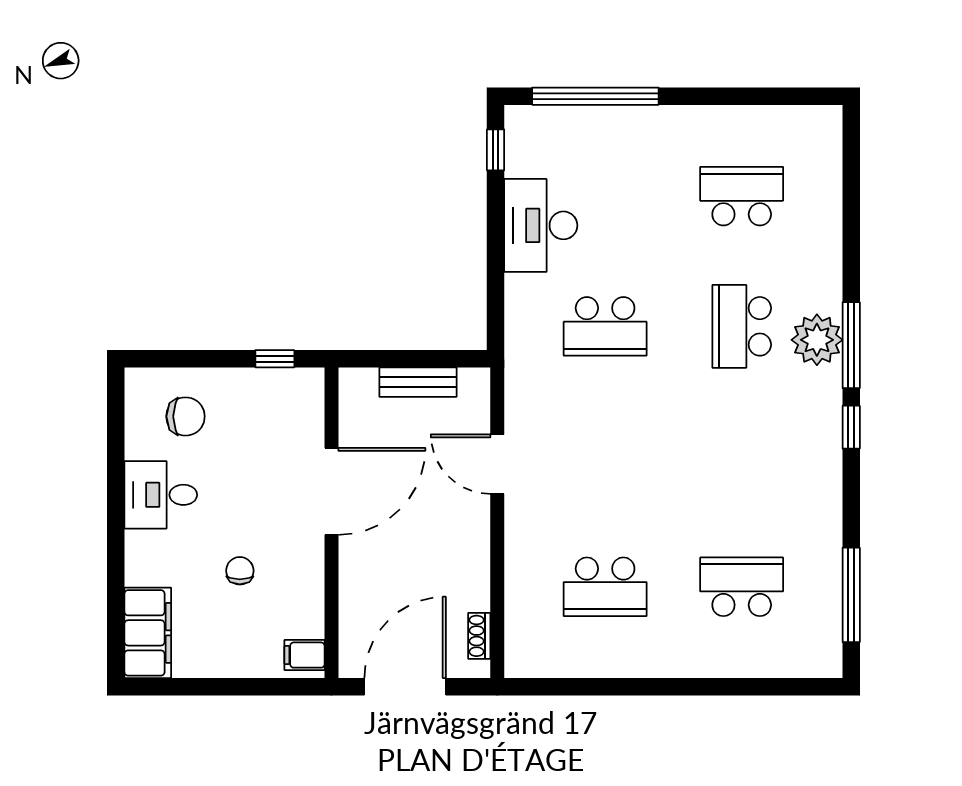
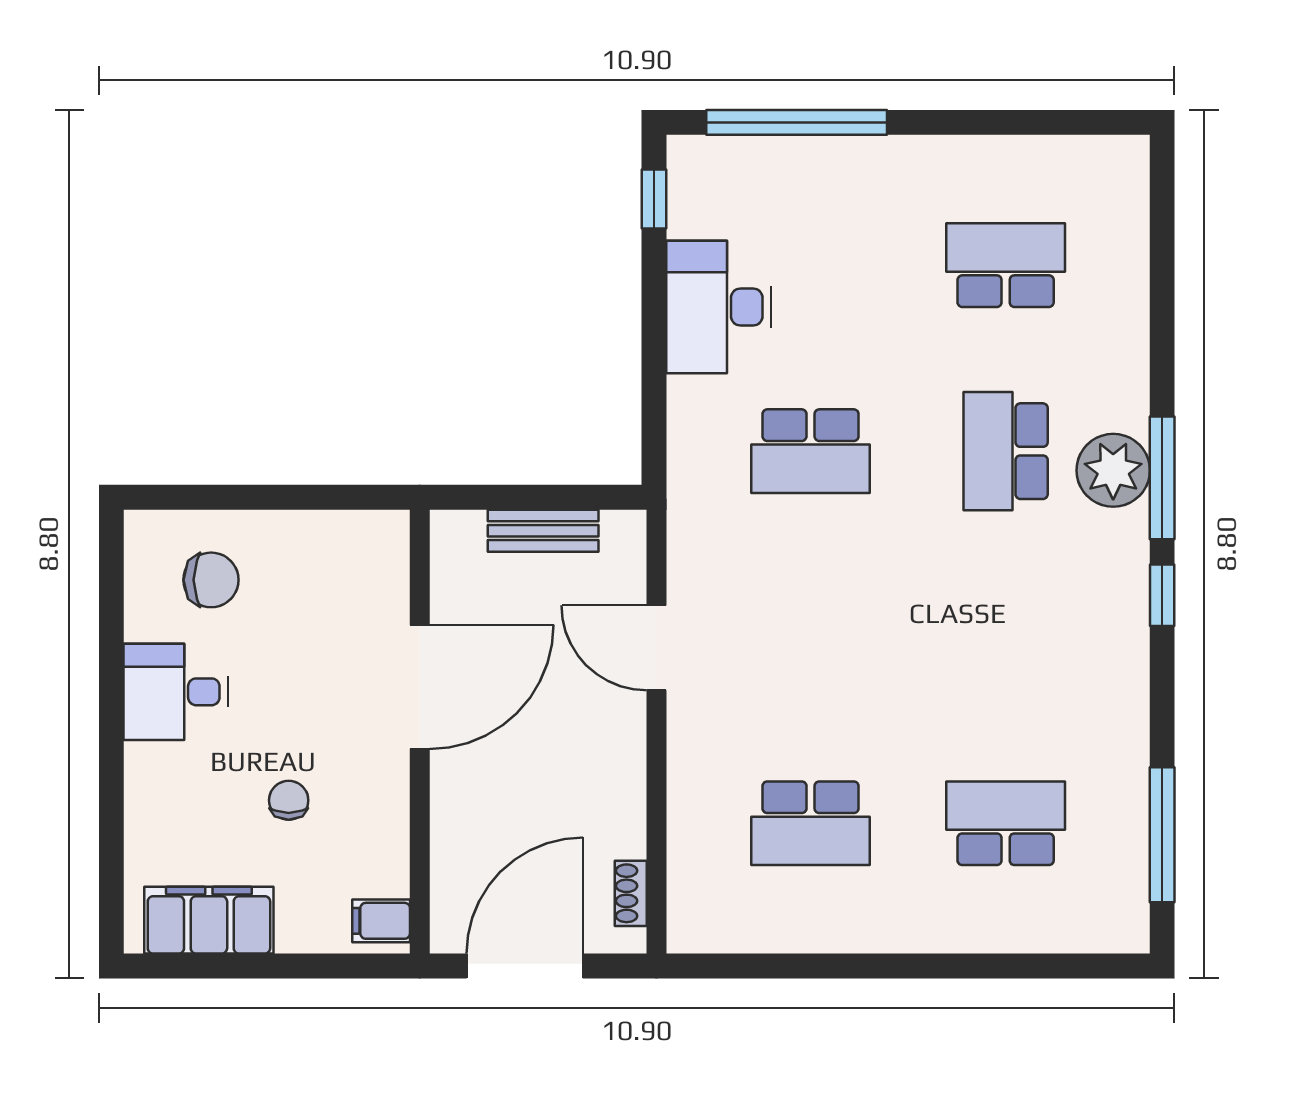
window: (275, 359) -> (339, 497), removed
filing cabinet: (148, 633) -> (209, 920), moved, turned -90

